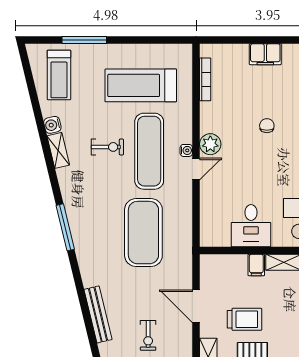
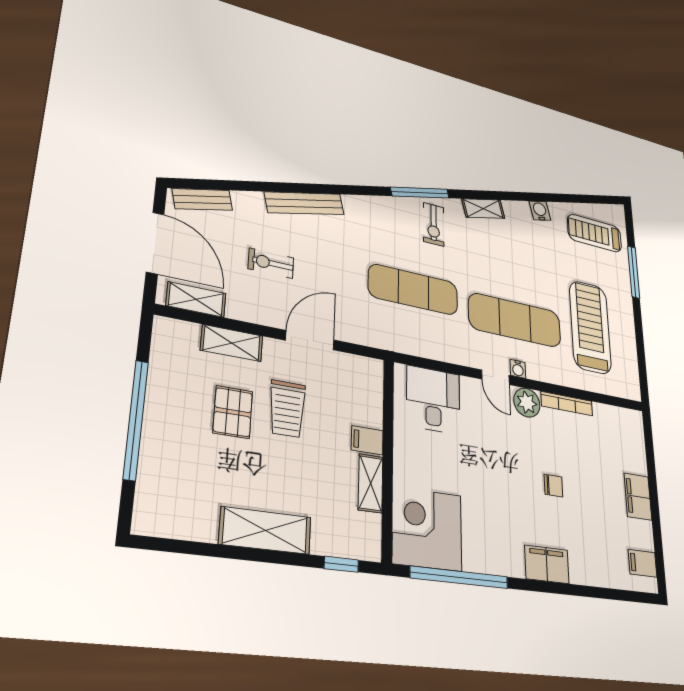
bookcase: (205, 79) -> (567, 404), moved
exercise bike: (107, 147) -> (434, 224), moved
shelving: (58, 150) -> (483, 209), moved
desk: (251, 226) -> (433, 400), moved, turned 90
exercise mat: (143, 233) -> (413, 290), width x0.68

